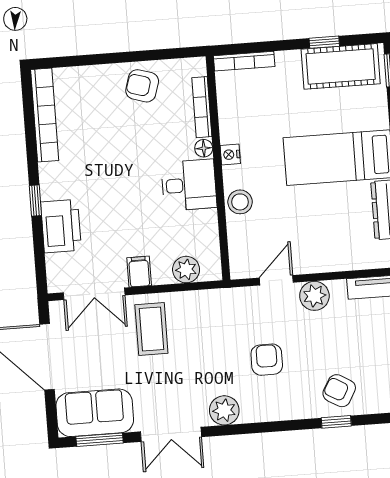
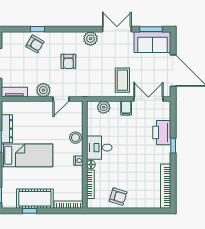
cot: (341, 66) -> (35, 199), moved

